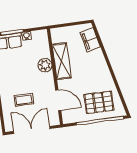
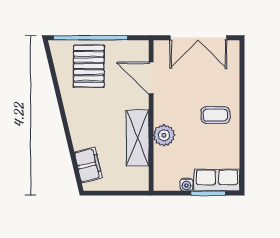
coffee table: (24, 100) -> (215, 115), moved
pallet: (99, 102) -> (89, 66), turned 90

